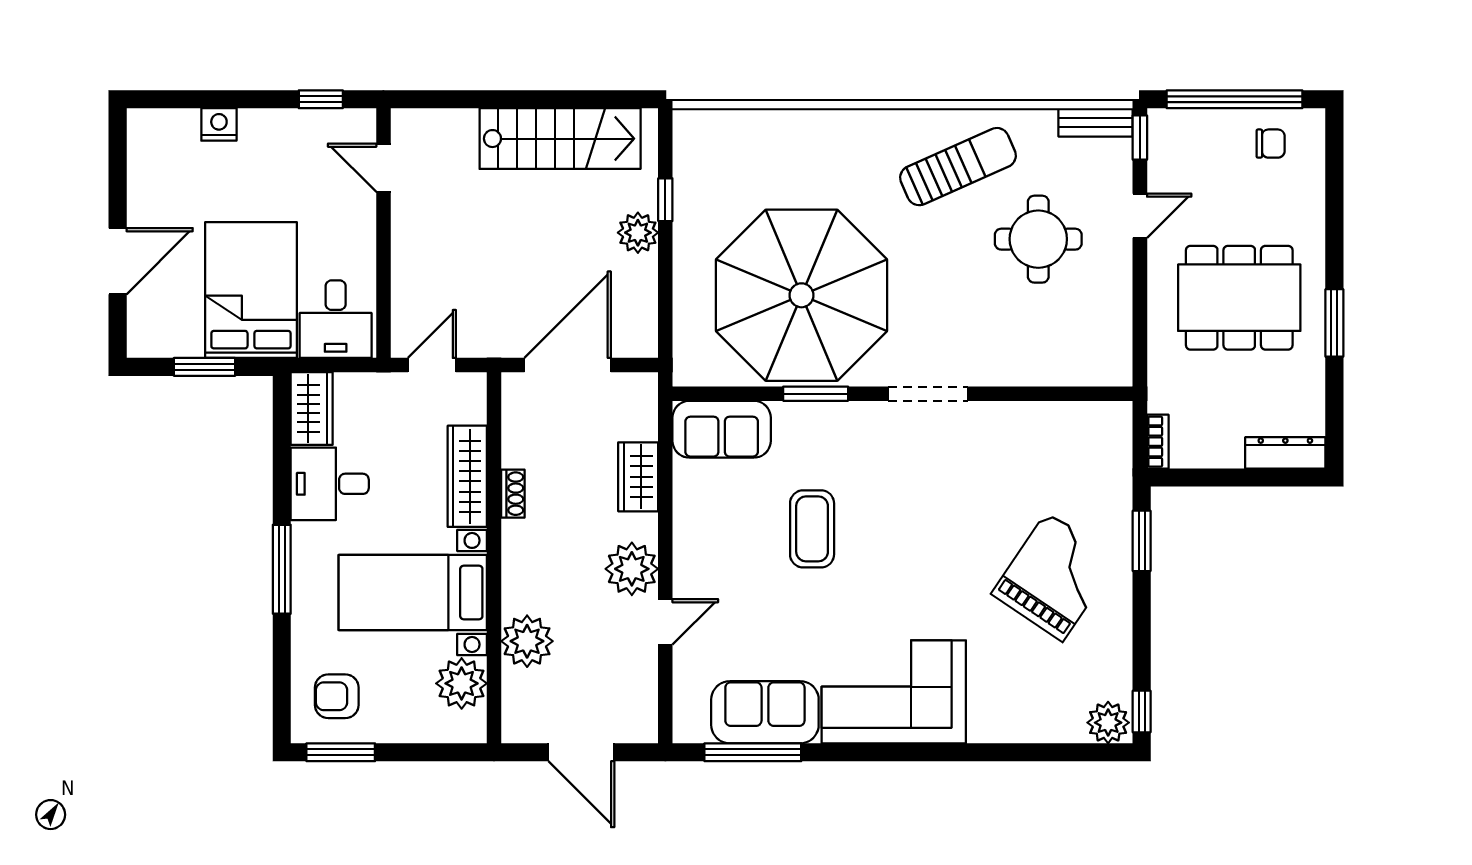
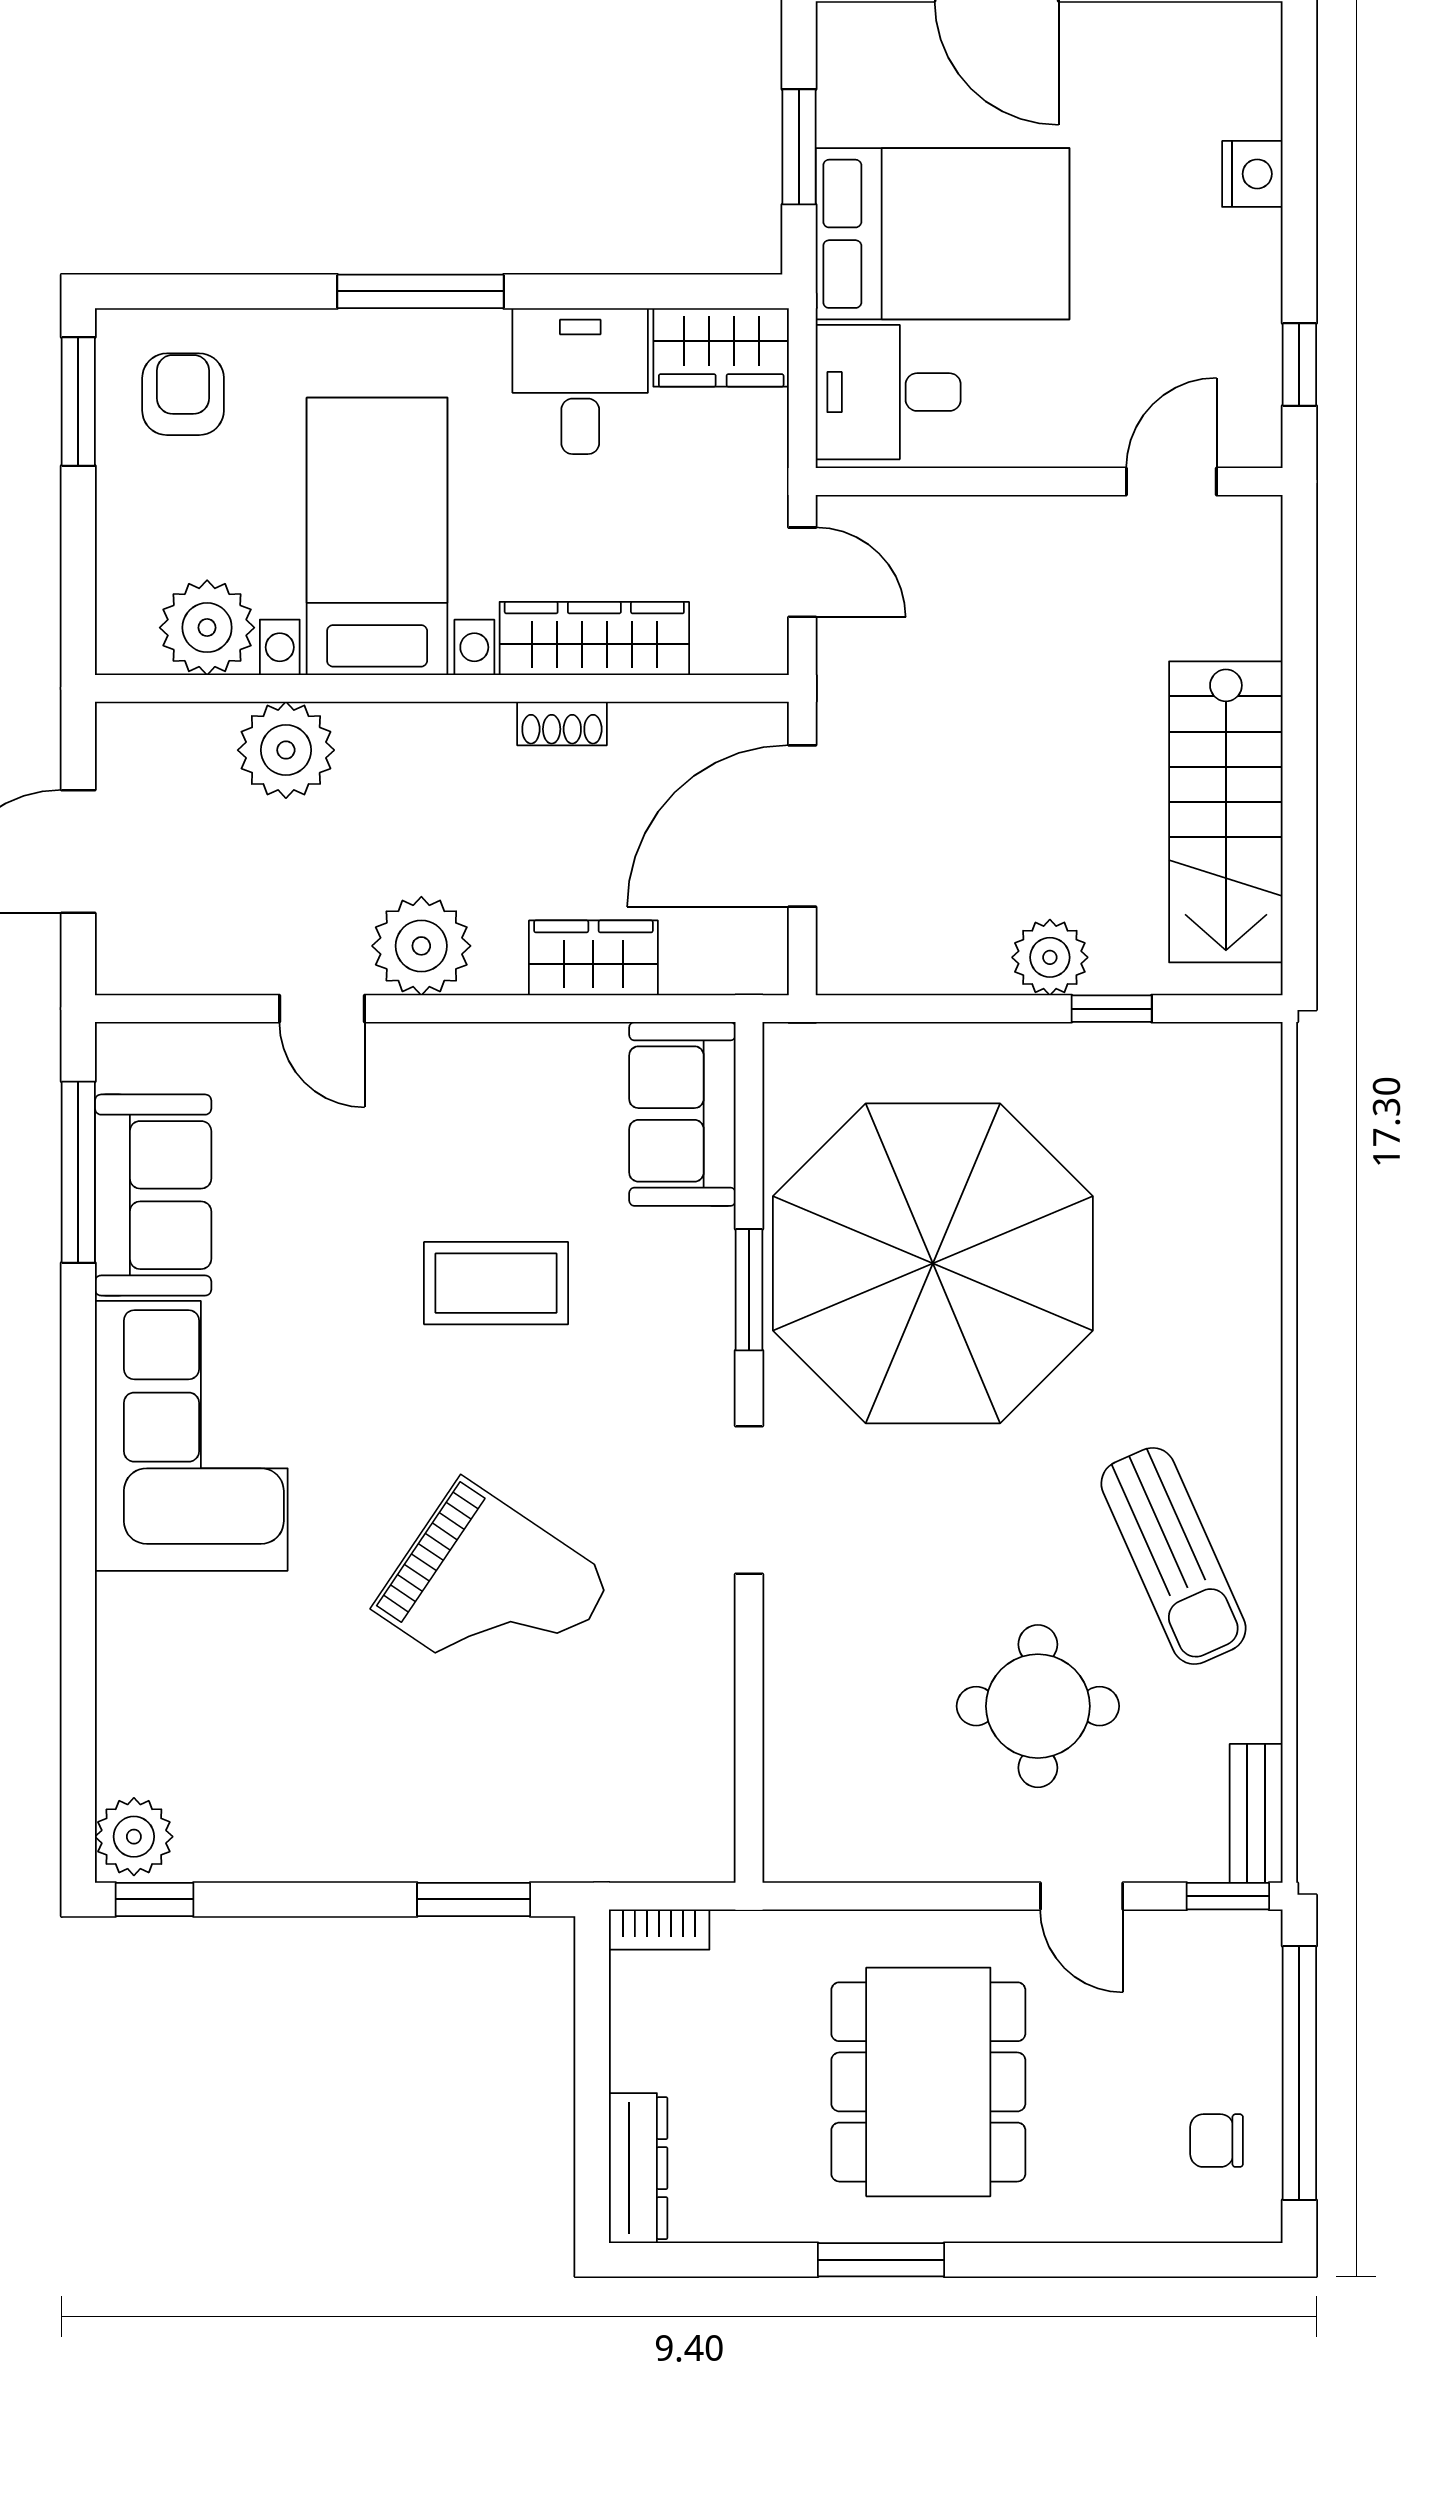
chair: (1271, 144) -> (1217, 2141), turned 90
door: (568, 365) -> (802, 826), swing flipped
grand piano: (1055, 577) -> (493, 1594), moved

